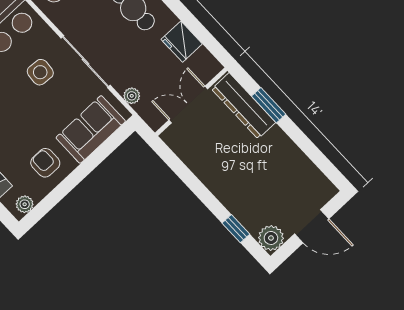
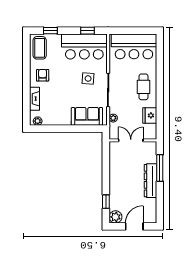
window: (269, 105) -> (160, 168), width x1.44
dresser: (244, 106) -> (150, 181), moved
armchair: (45, 163) -> (59, 113), removed
door: (312, 226) -> (134, 226), swing flipped

